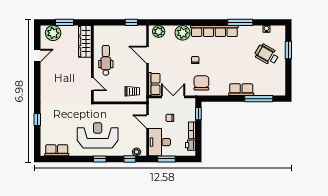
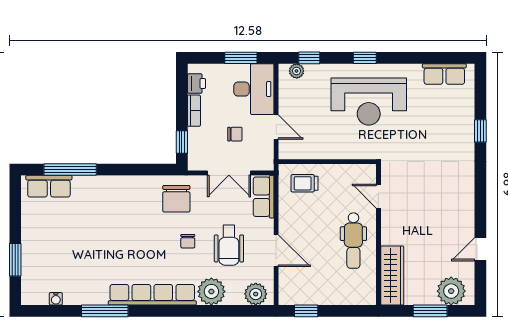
wheelchair: (267, 55) -> (229, 245), moved, turned 60
row of seats: (241, 90) -> (49, 186), moved

